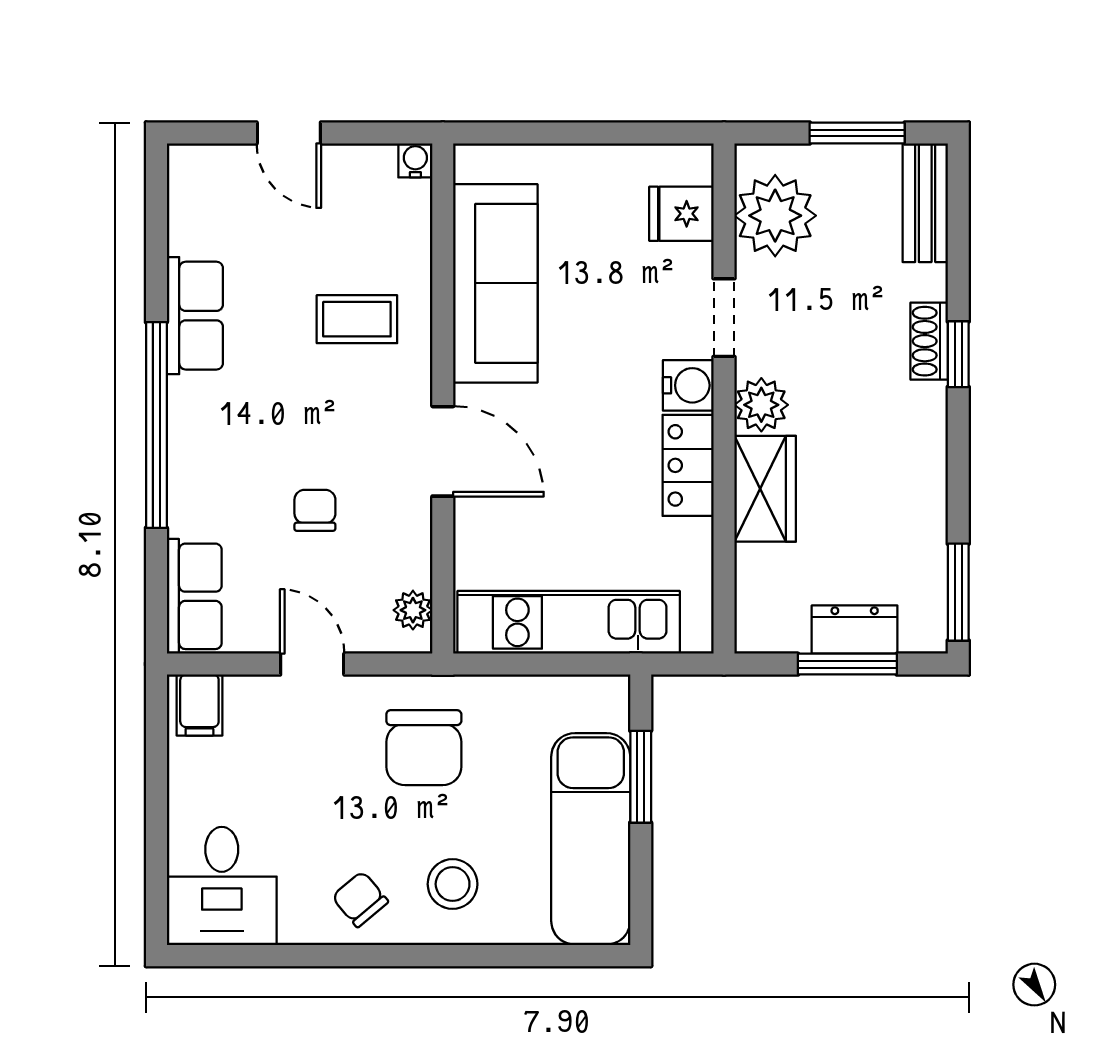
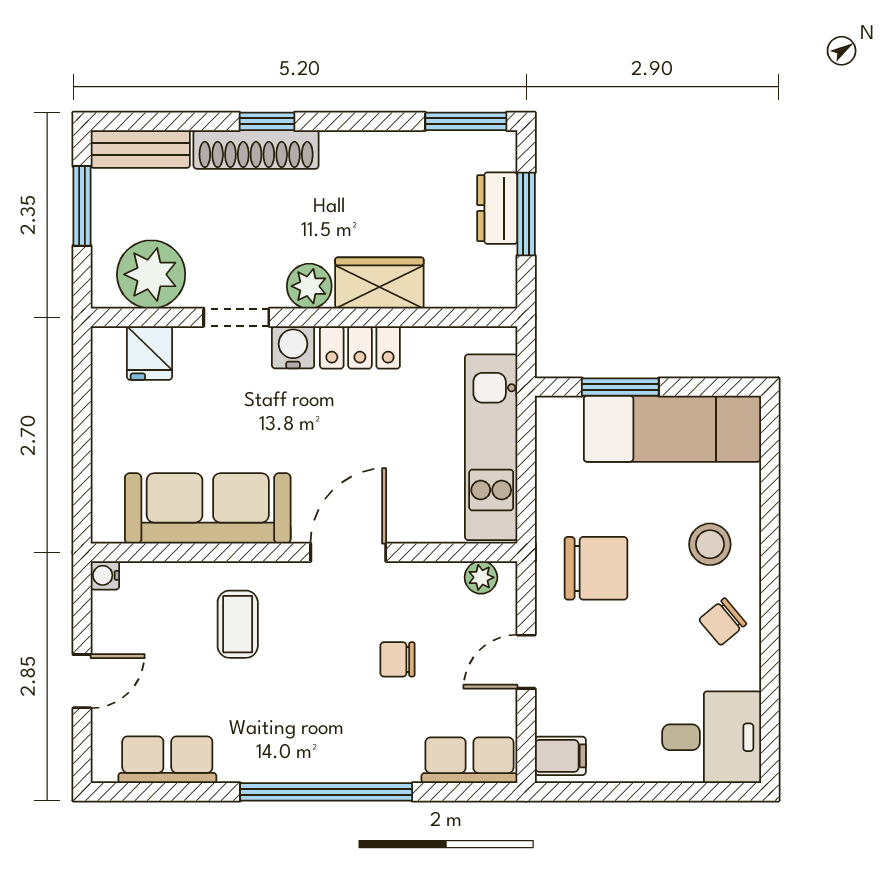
row of seats: (195, 316) -> (167, 760), moved
shoe rack: (929, 341) -> (256, 149), width x1.94, depth x1.24

